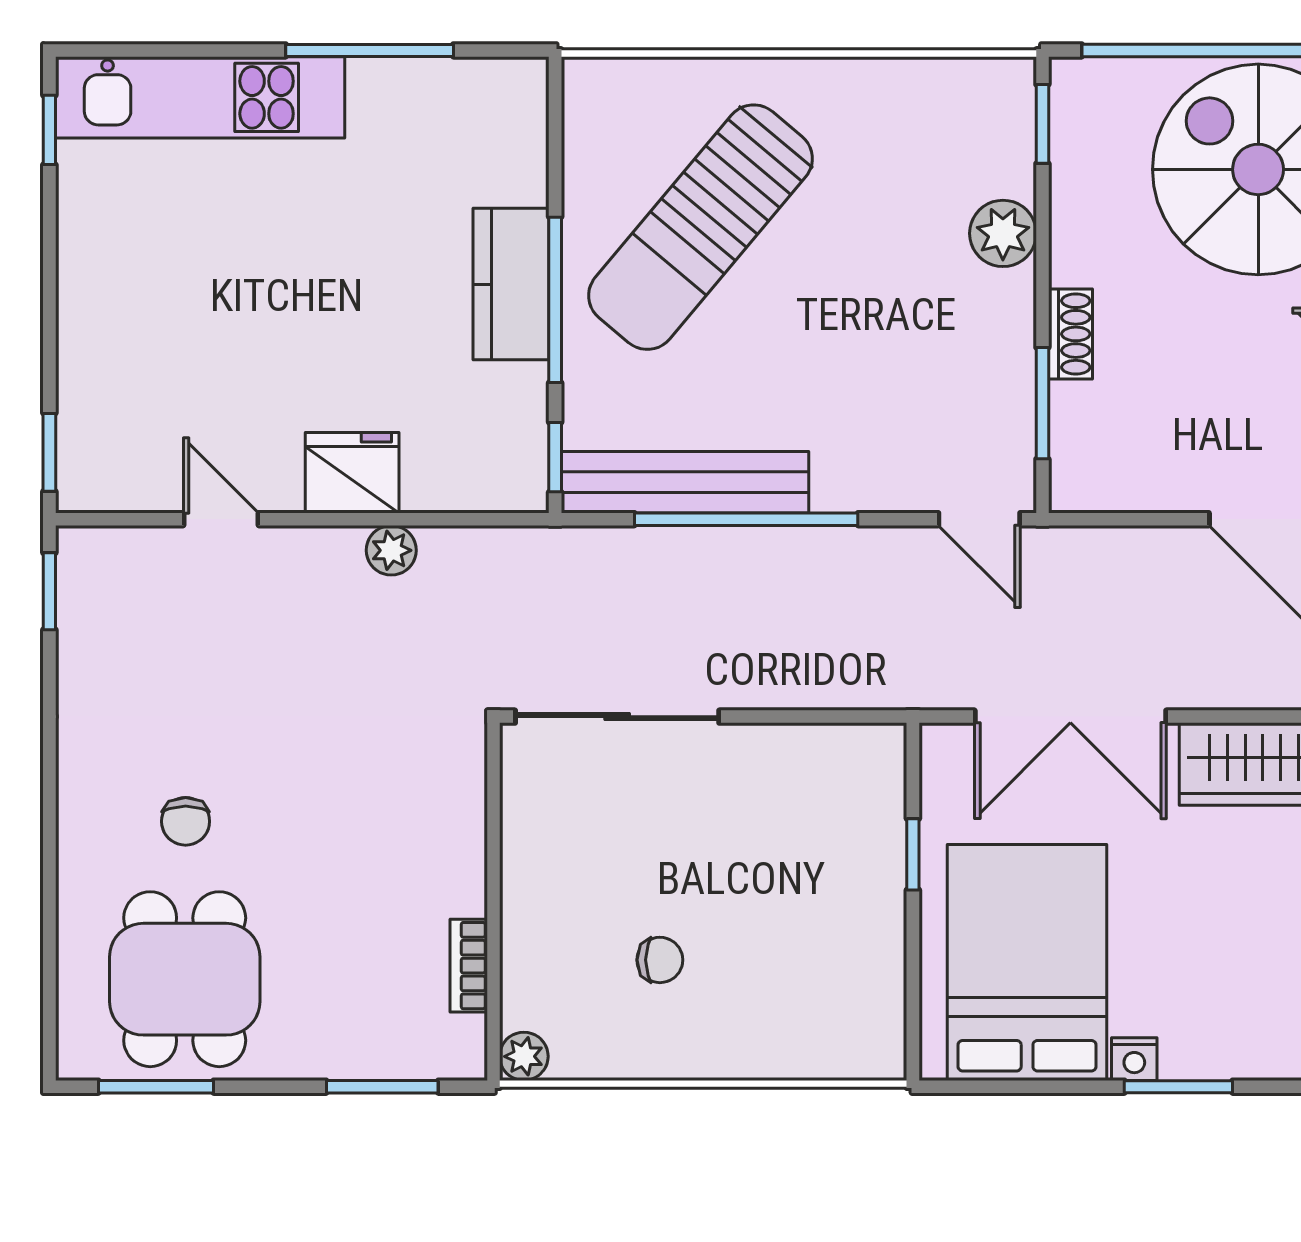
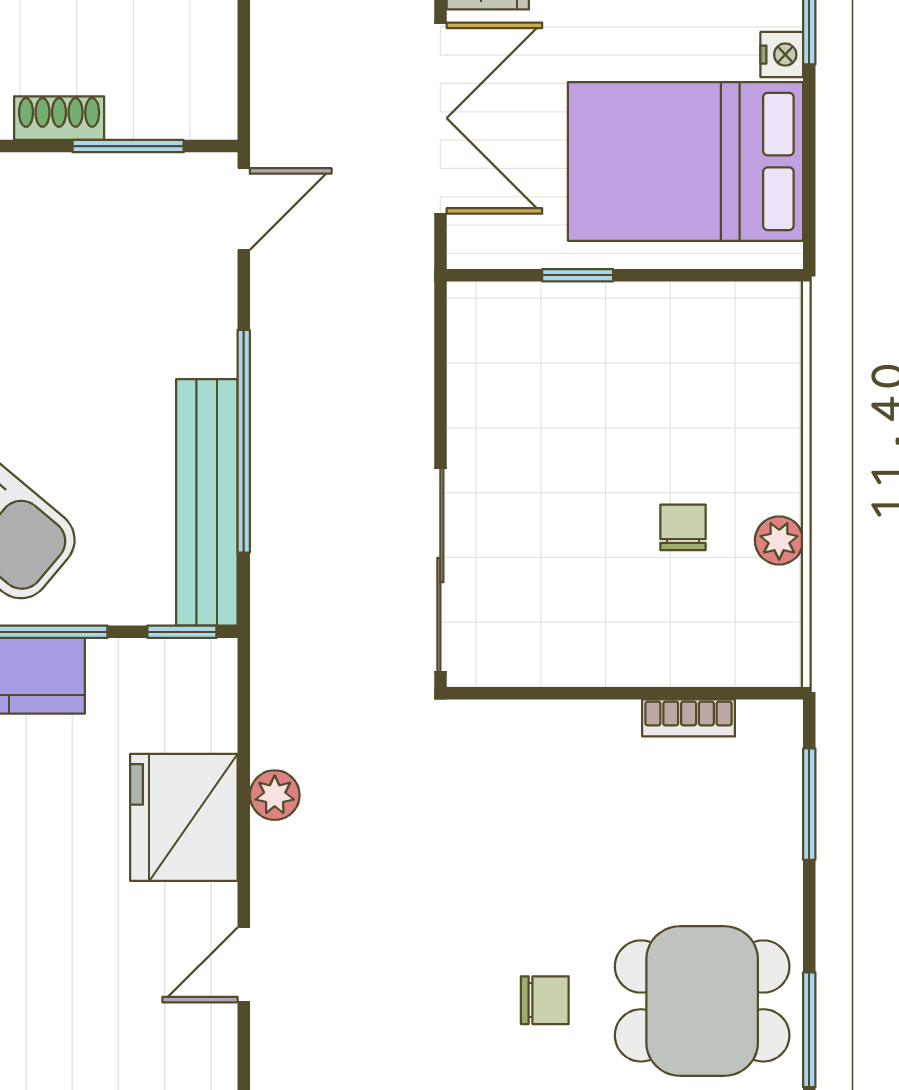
fridge: (352, 473) -> (184, 817), width x1.36, depth x1.34
plant: (524, 1056) -> (779, 540), moved

